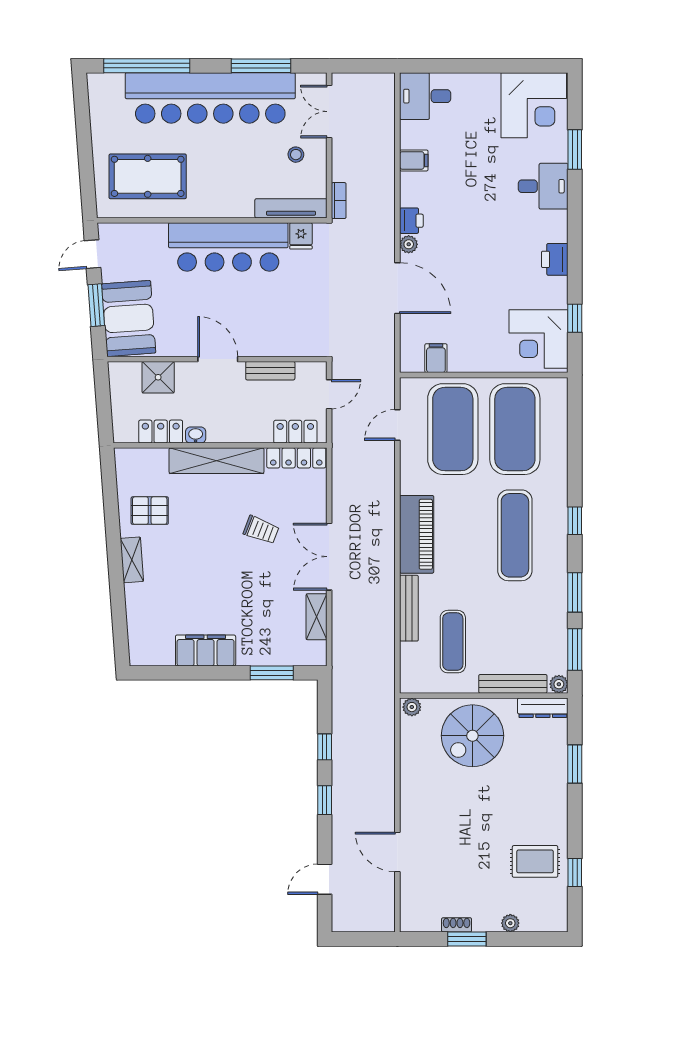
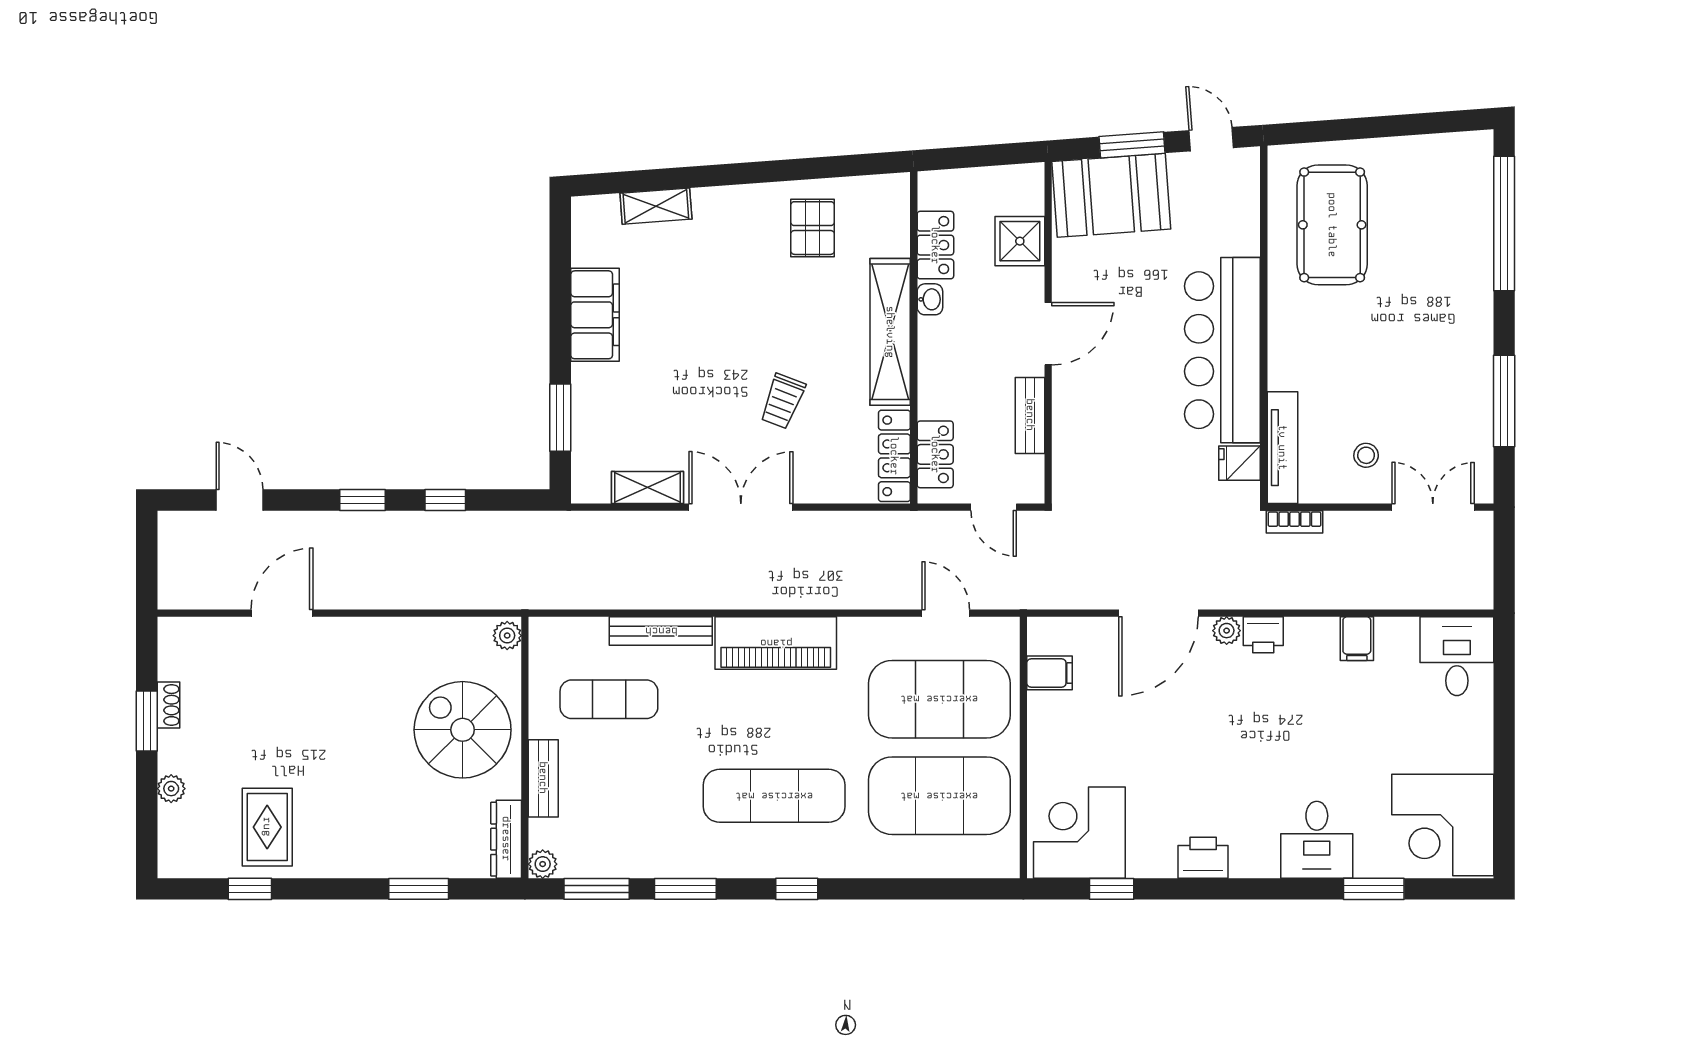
bar counter: (210, 98) -> (1454, 322), removed
shelving: (132, 560) -> (656, 206), moved
bench: (513, 684) -> (543, 778), width x0.73

